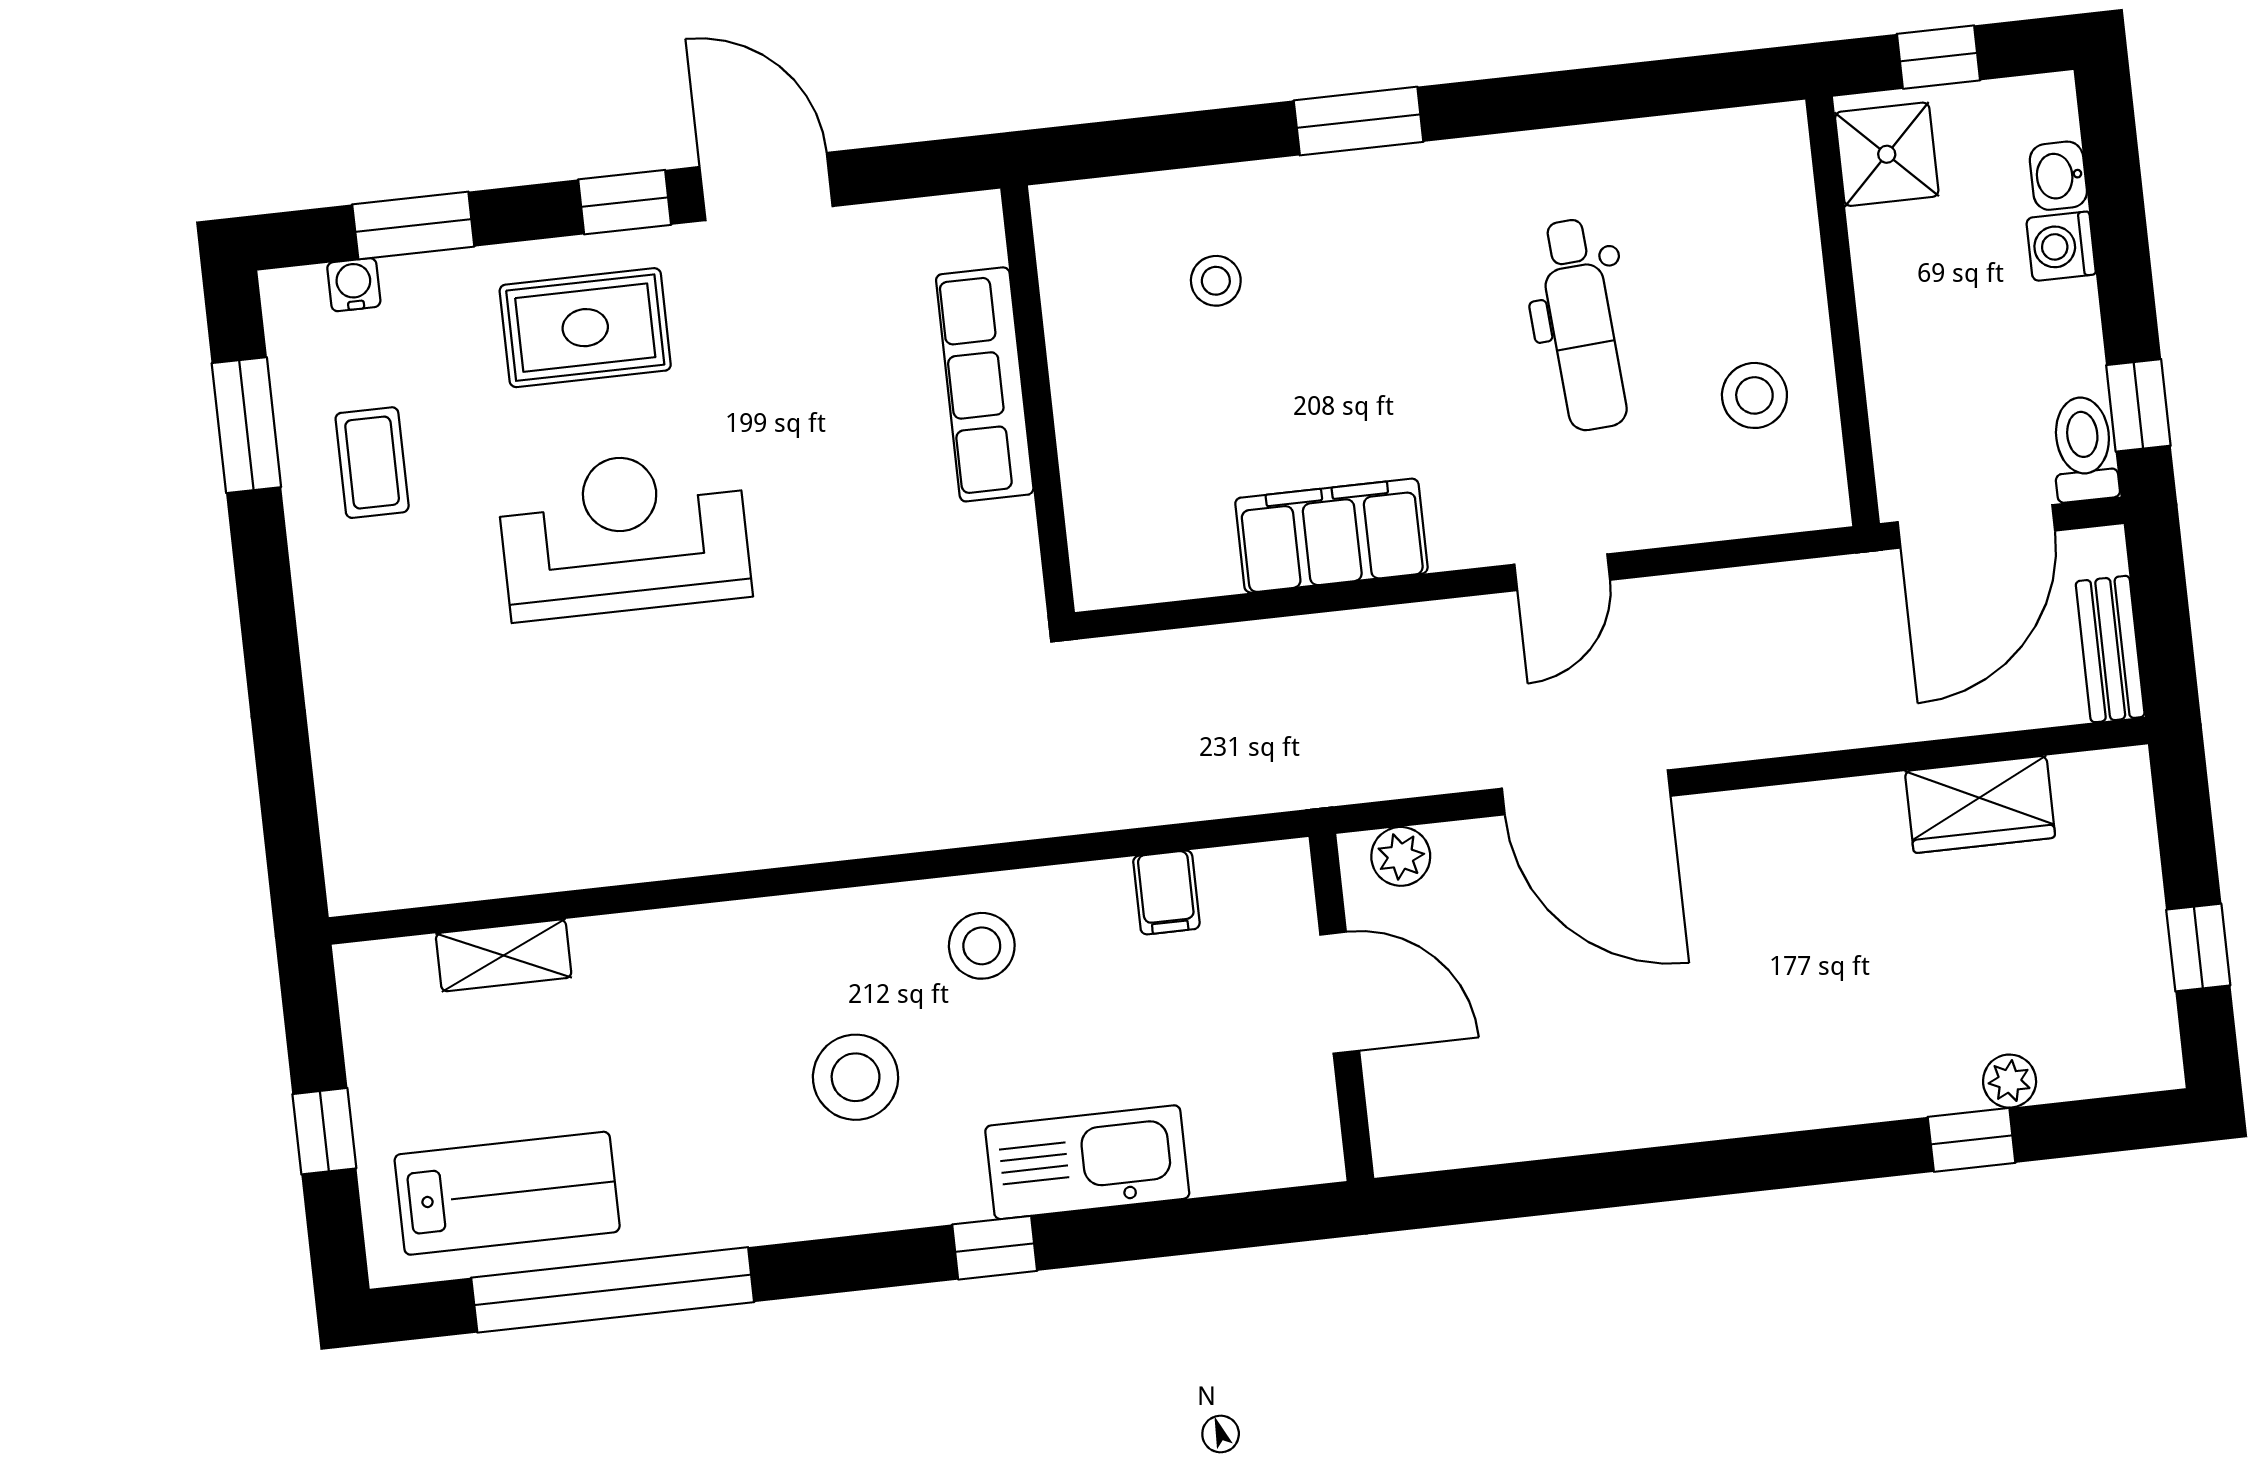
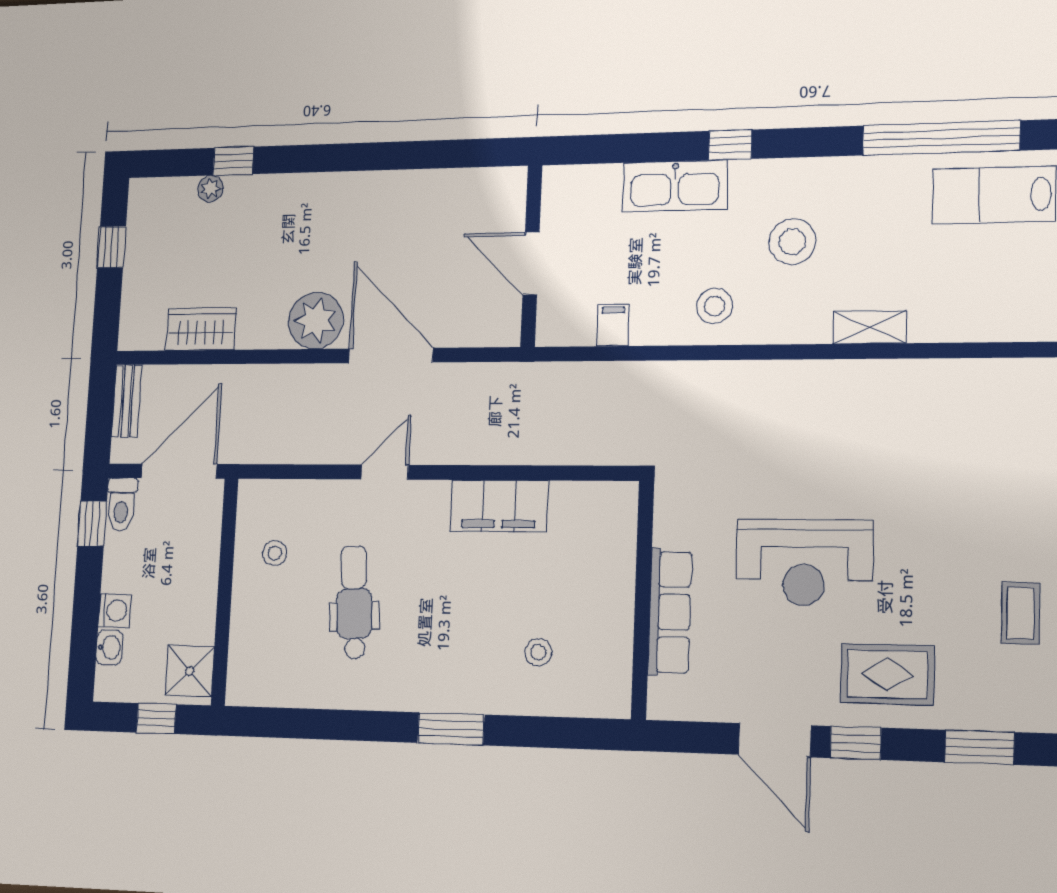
water cooler: (354, 285) -> (1019, 718), removed
stool: (1754, 395) -> (275, 553), width x0.73, depth x0.73
reception desk: (624, 534) -> (804, 563), moved
plant: (1401, 856) -> (316, 320), moved, width x1.87, depth x1.87
shelving: (504, 955) -> (870, 327), moved

